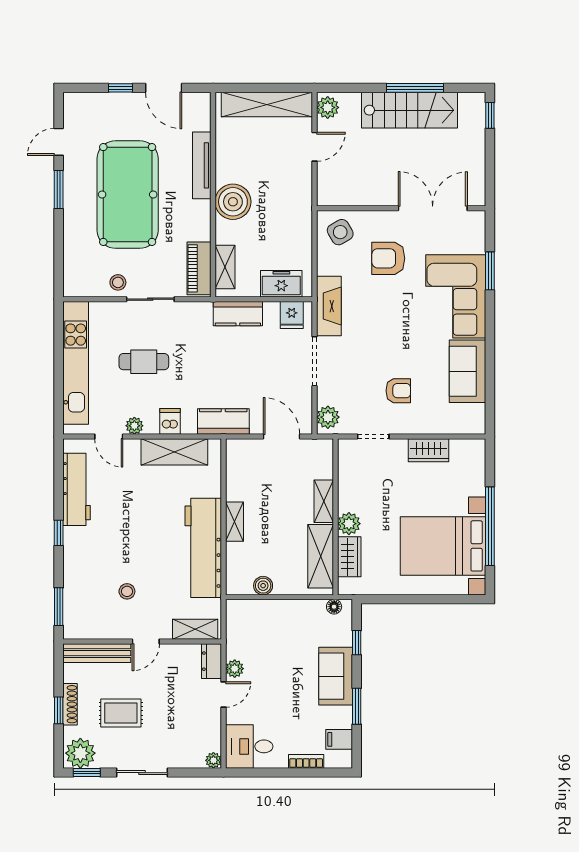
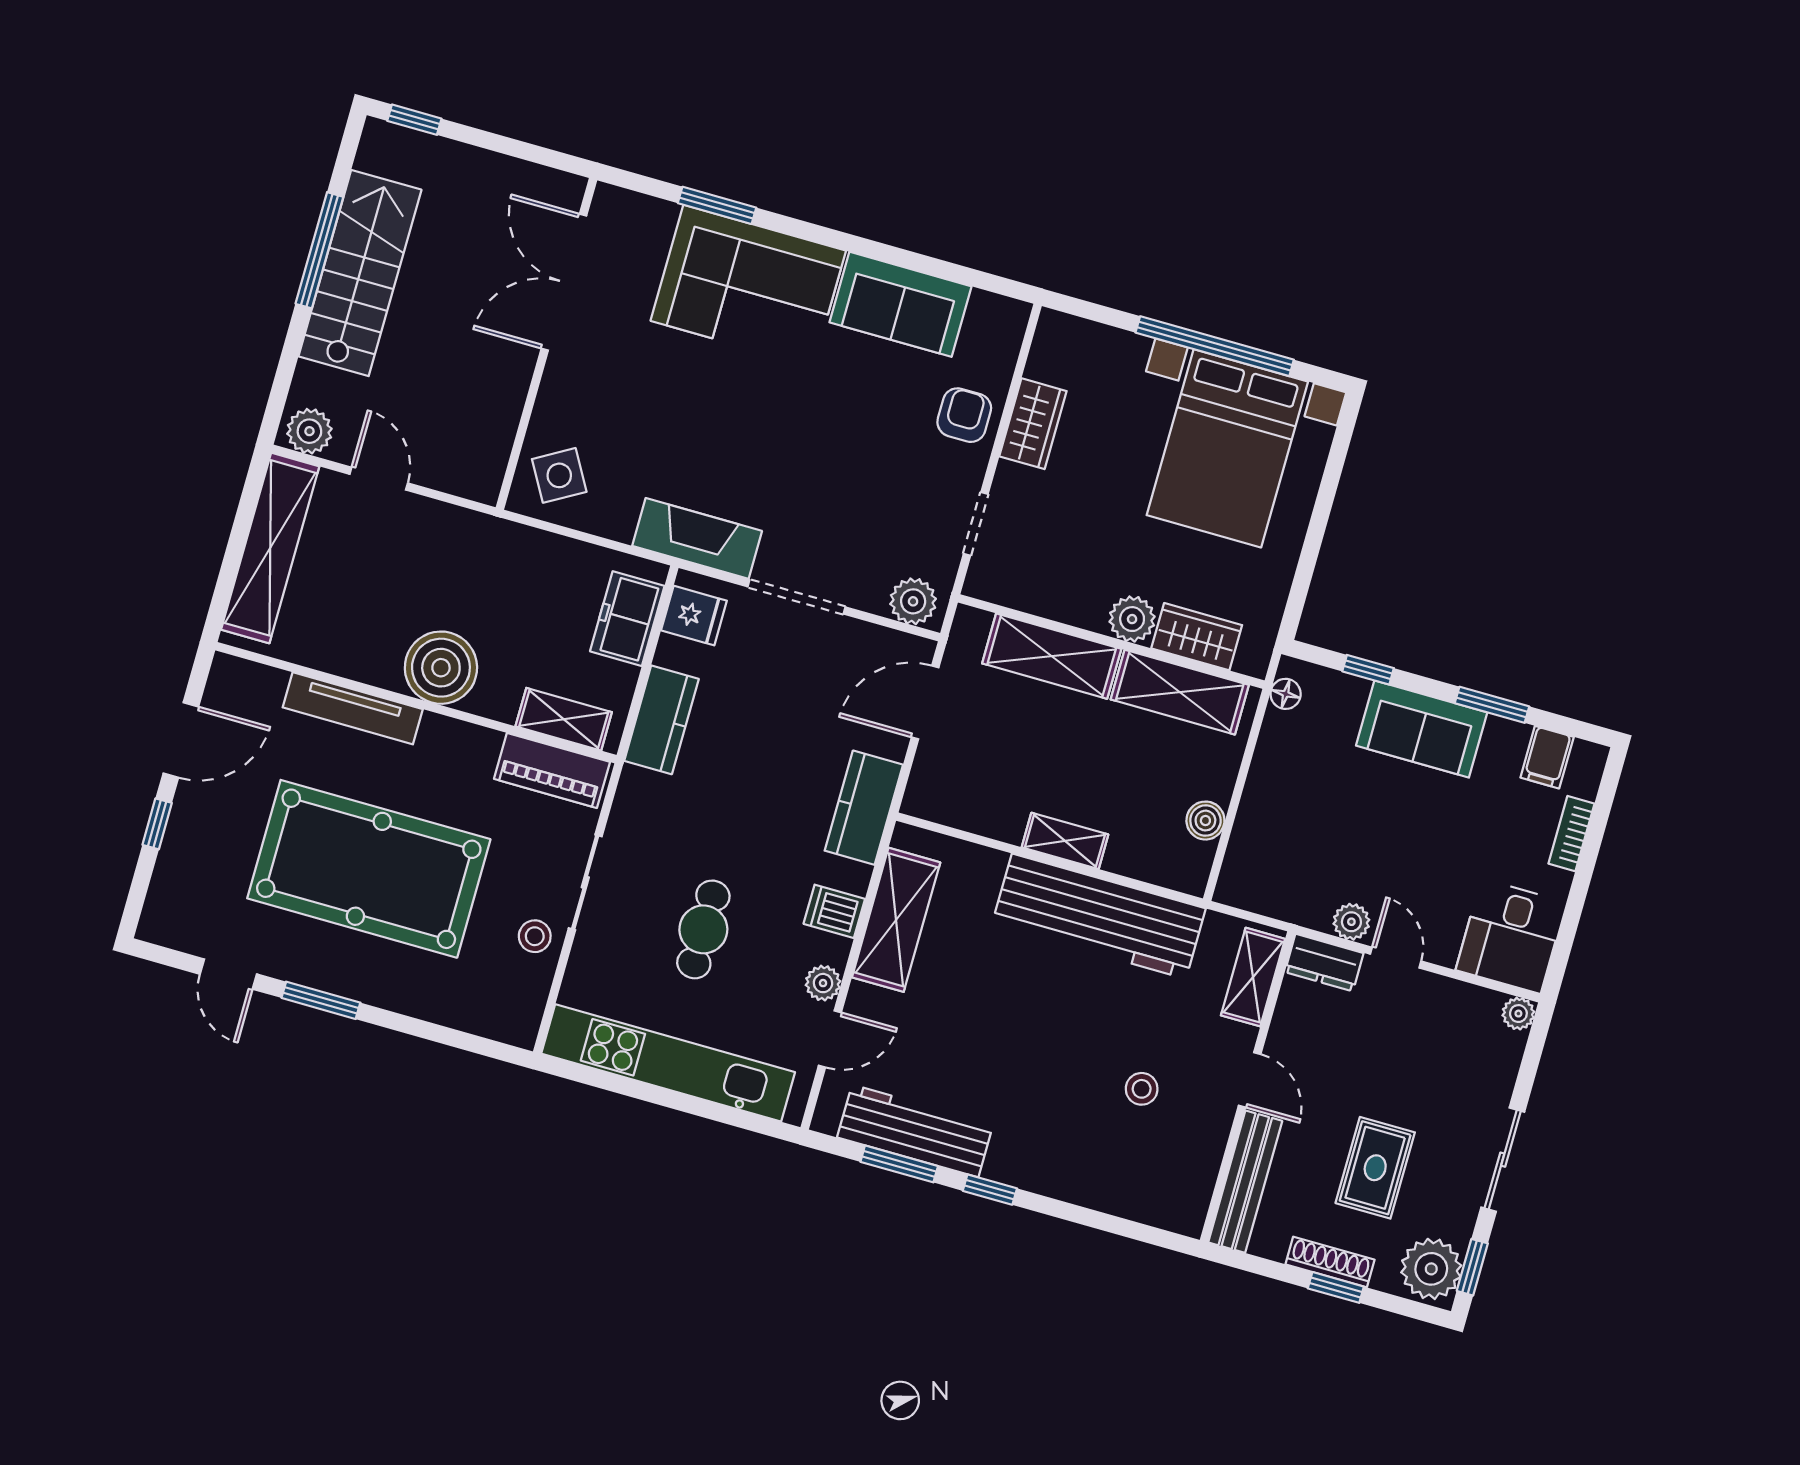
armchair: (388, 258) -> (637, 396), removed
armchair: (398, 391) -> (964, 415), moved
shelving: (324, 501) -> (1052, 656), width x1.50, depth x1.33
window: (59, 607) -> (899, 1164), moved

